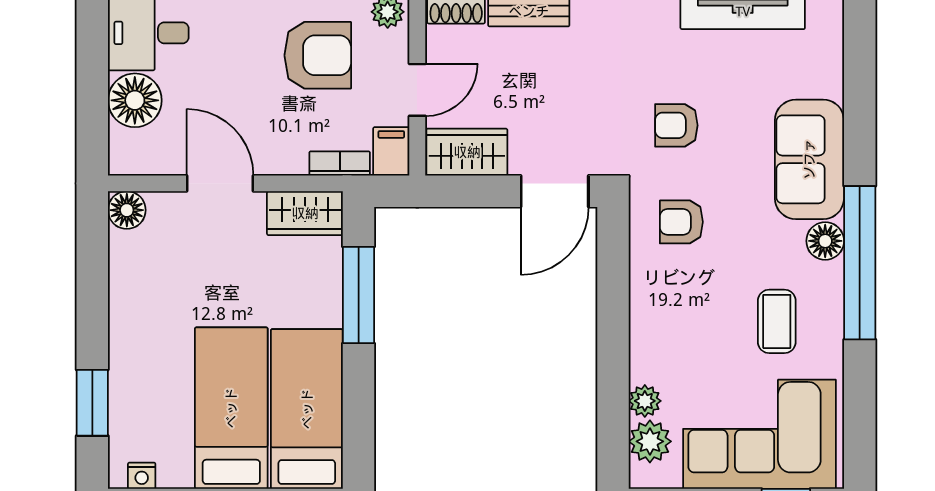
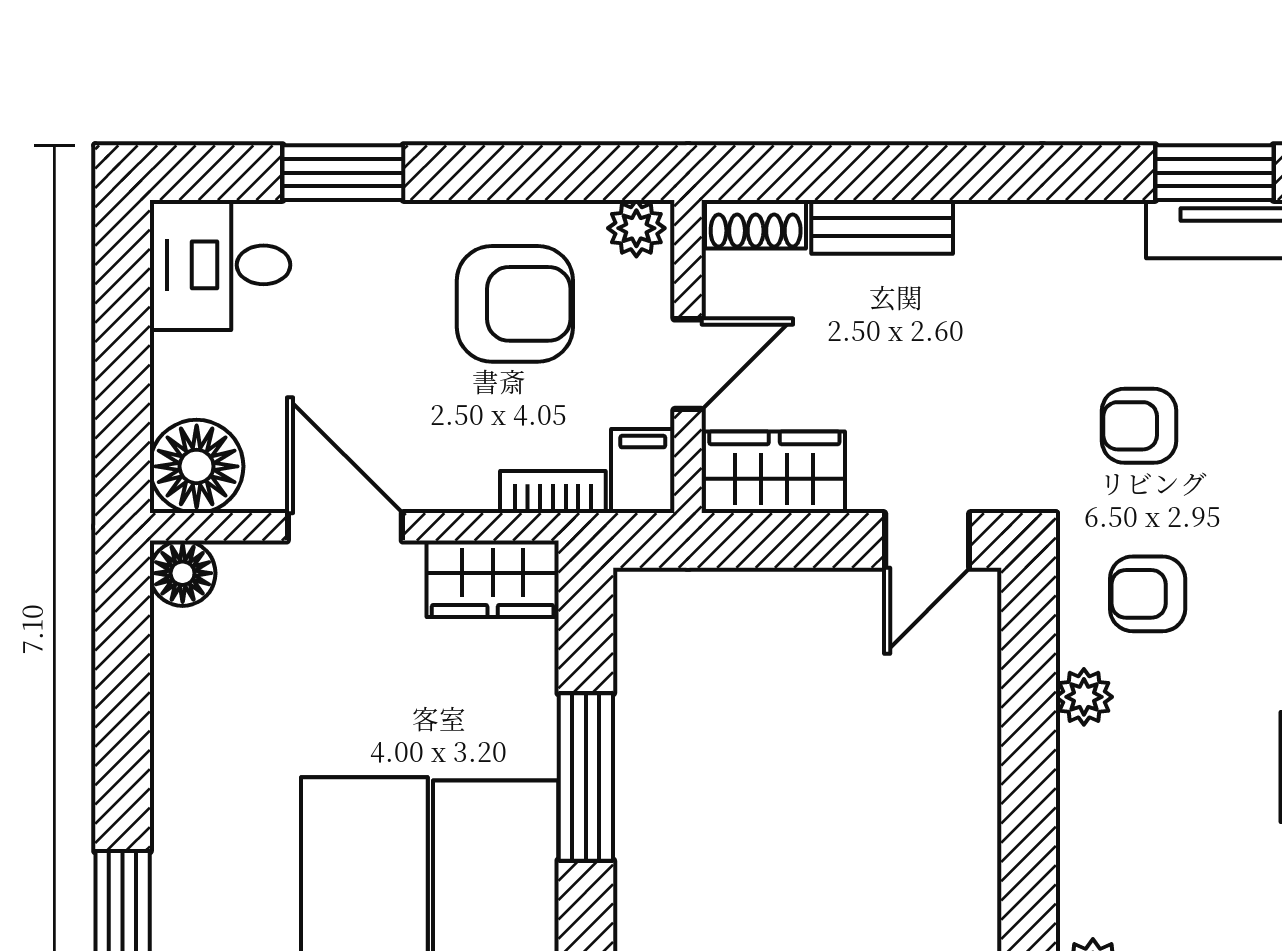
floor lamp: (135, 100) -> (197, 466), moved
door: (555, 191) -> (927, 540), width x0.73
window: (359, 295) -> (586, 777), moved
plant: (645, 401) -> (1084, 697), moved

